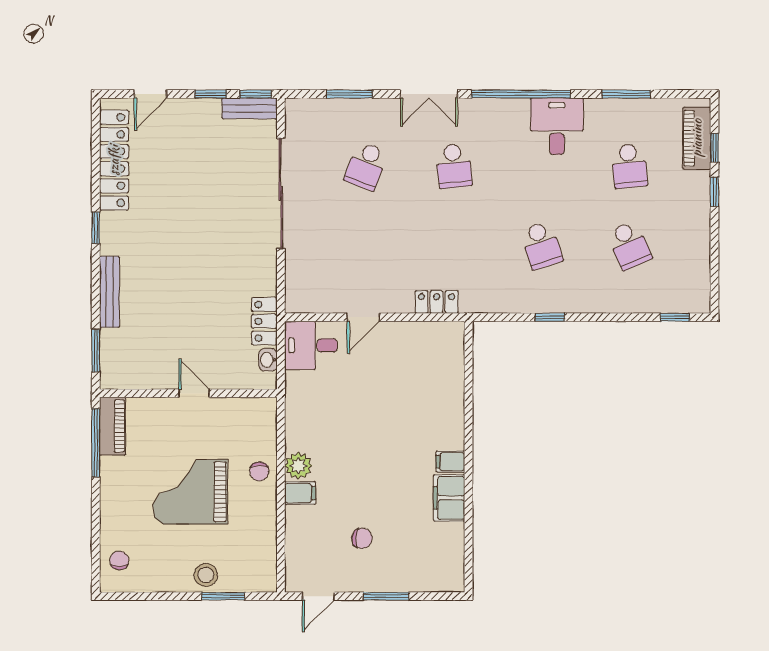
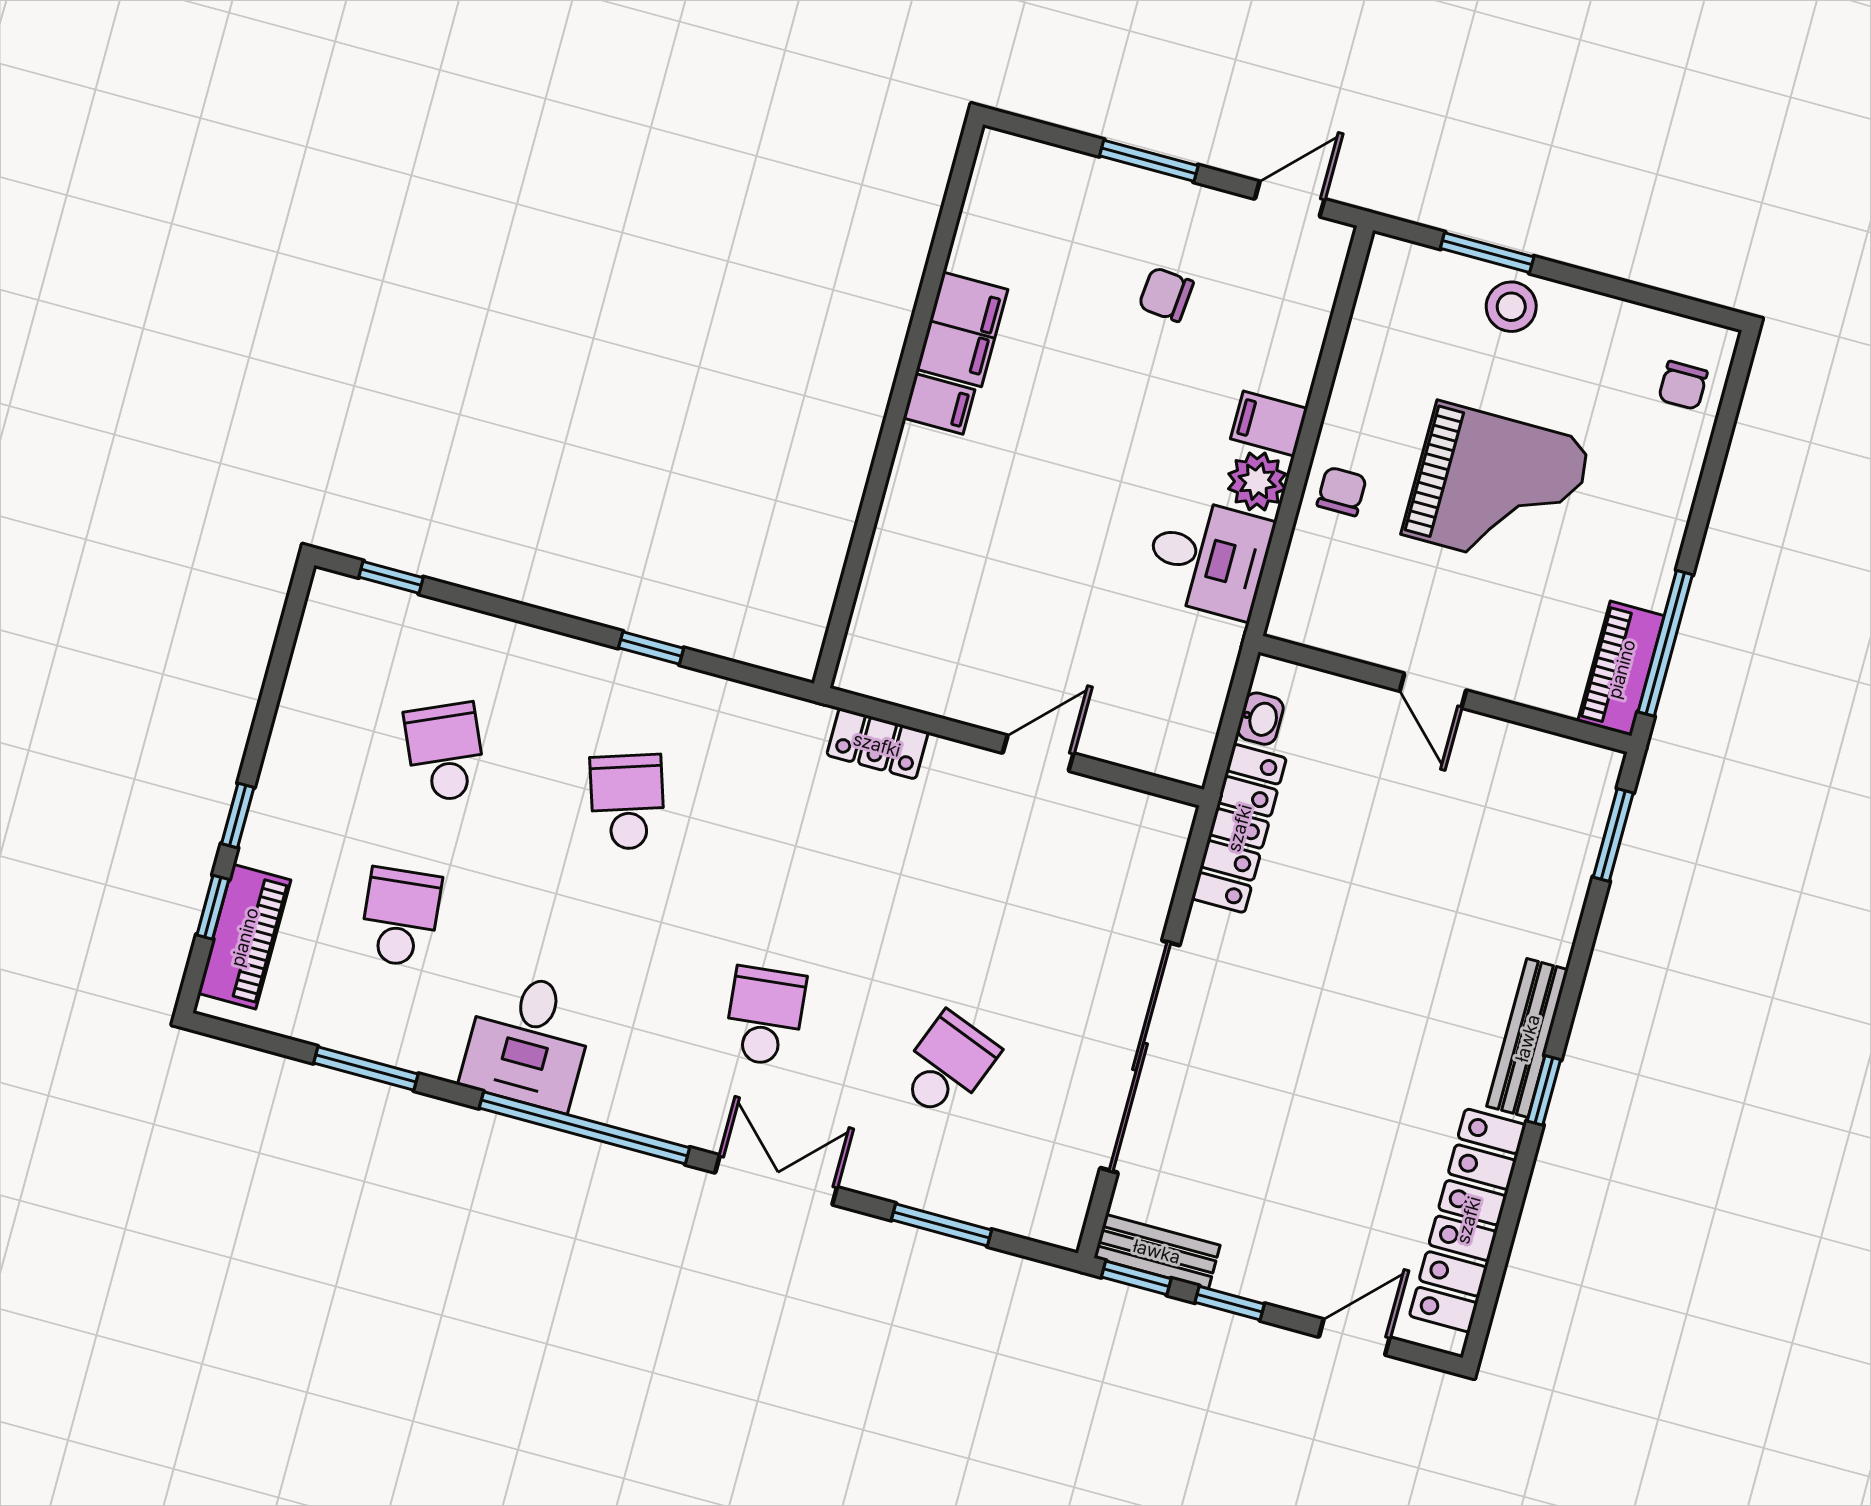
bench: (109, 292) -> (1527, 1038), moved
locker: (264, 321) -> (1239, 828), width x1.53
desk: (311, 345) -> (1208, 558), moved

